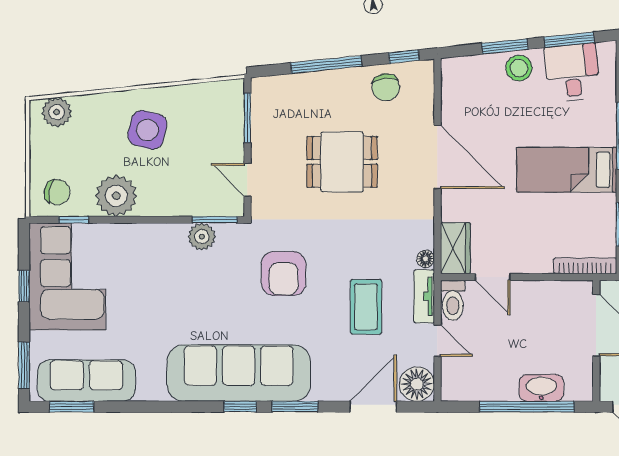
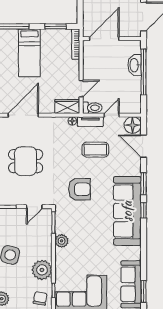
dining table: (342, 162) -> (26, 161), turned 90
plant: (202, 237) -> (62, 241), moved

